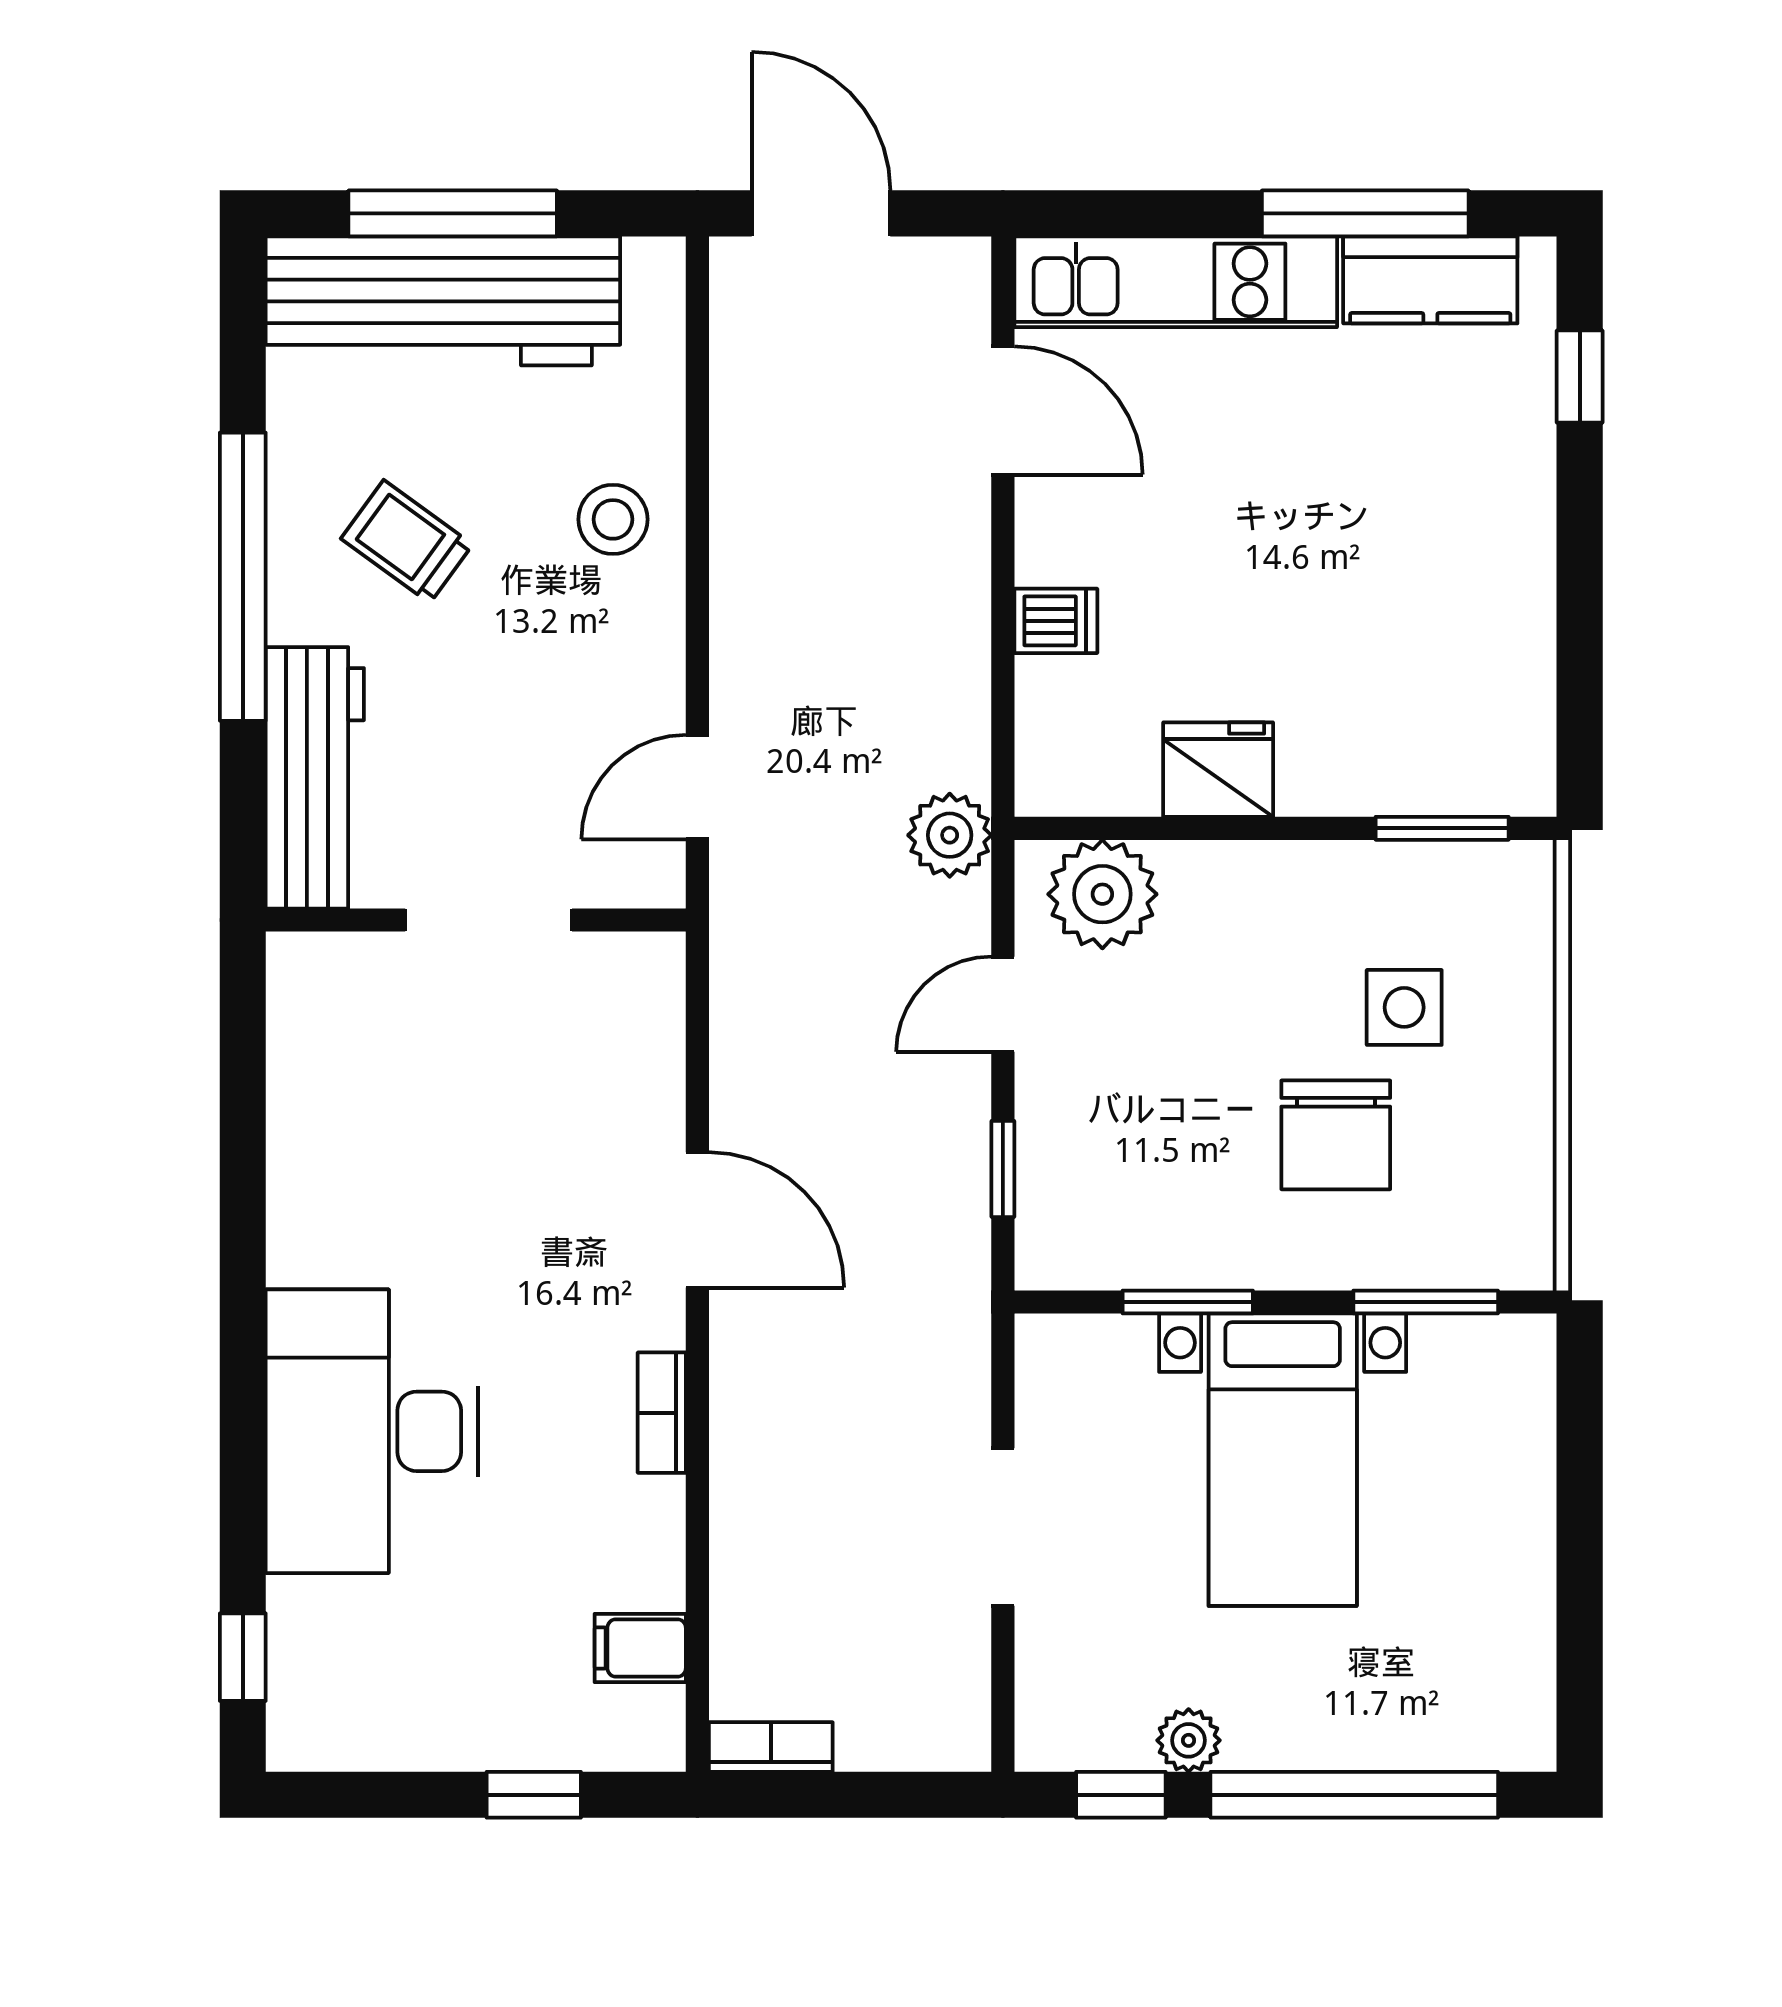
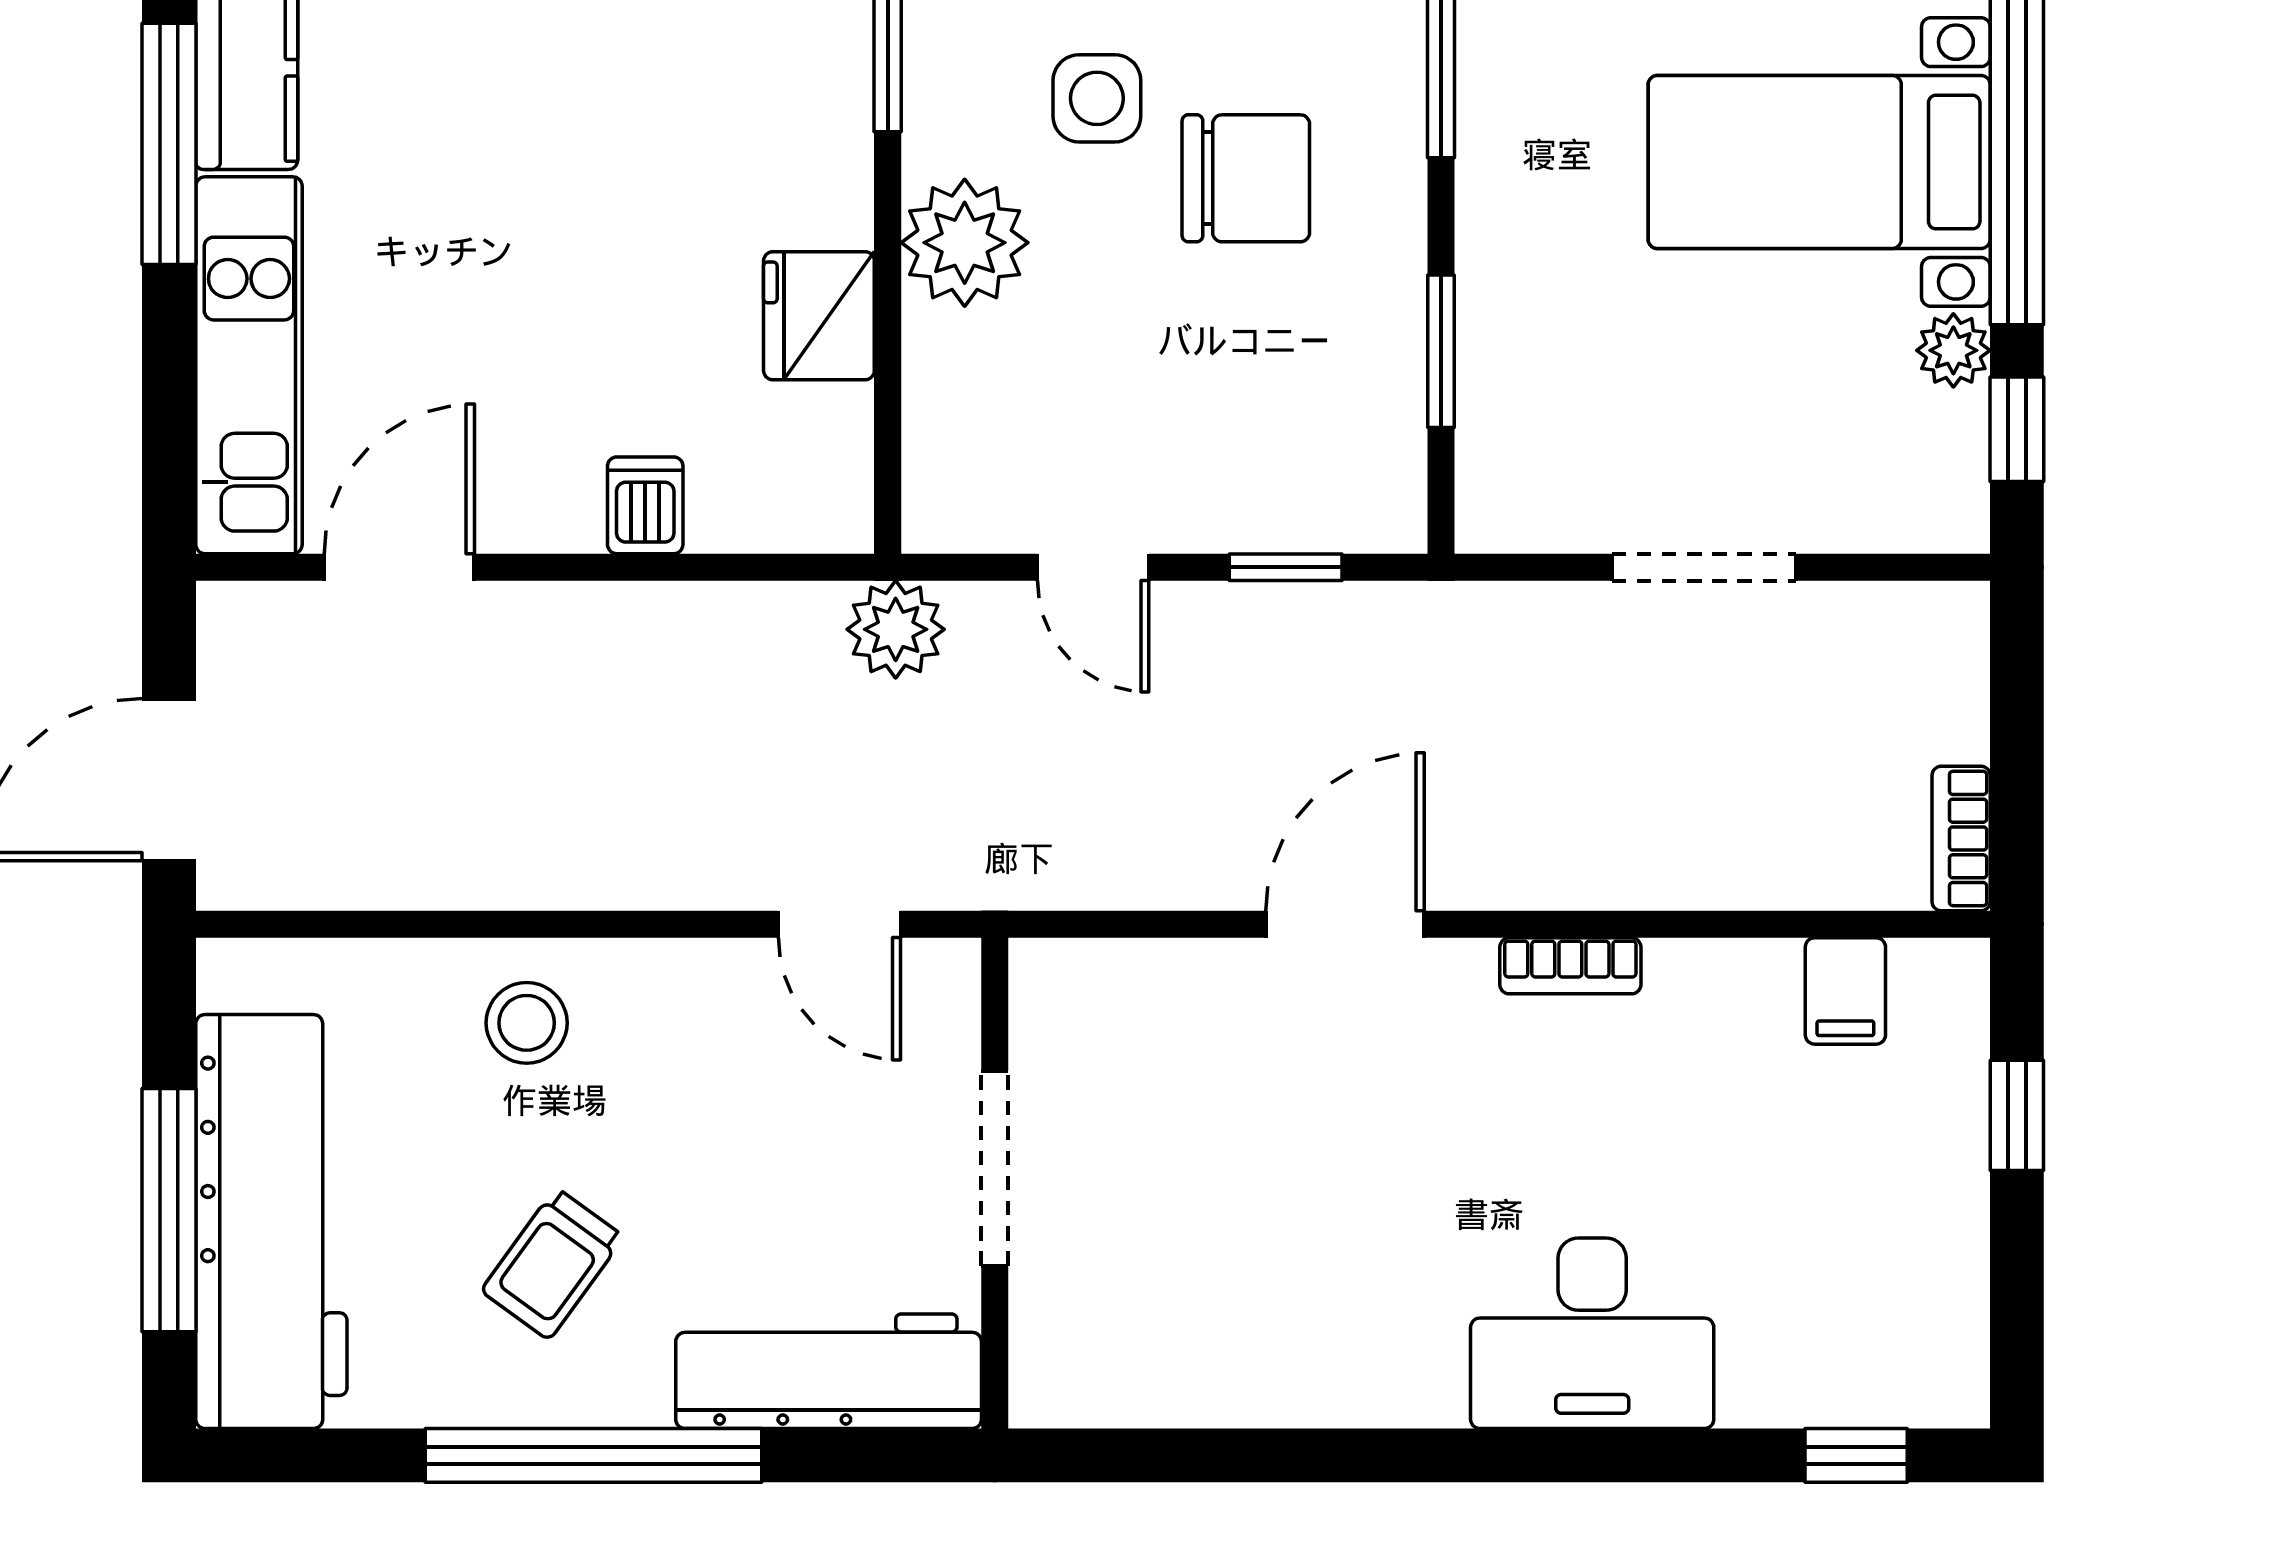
plant: (1102, 894) -> (965, 243), moved
desk: (372, 1431) -> (1592, 1333), width x0.73, depth x0.77
bed with nightstands: (1283, 1460) -> (1819, 162), moved, turned 180

